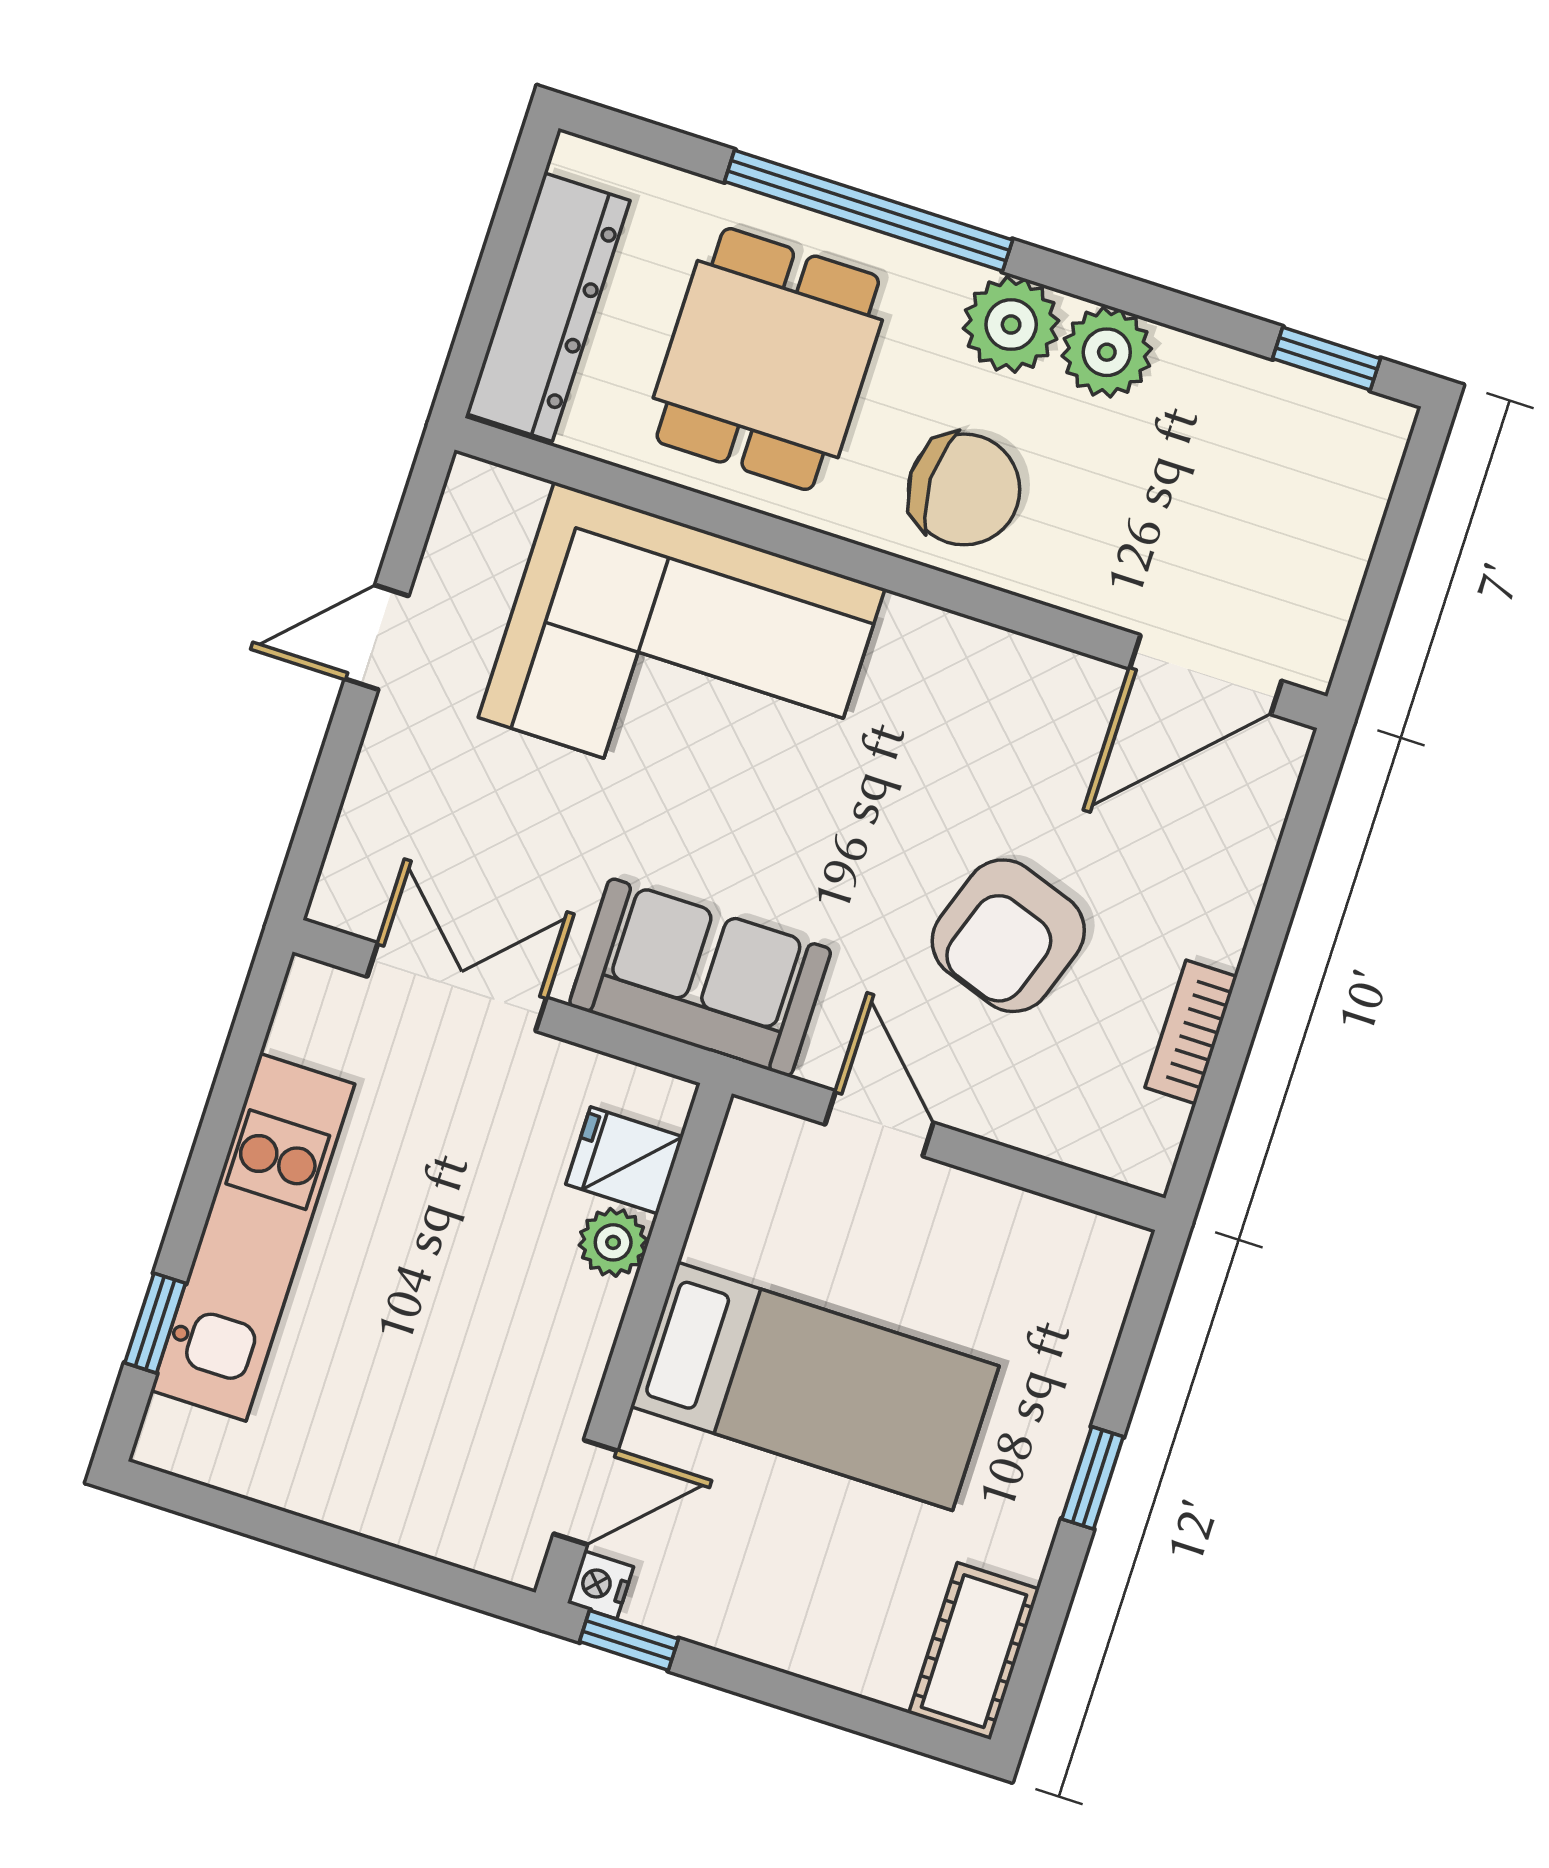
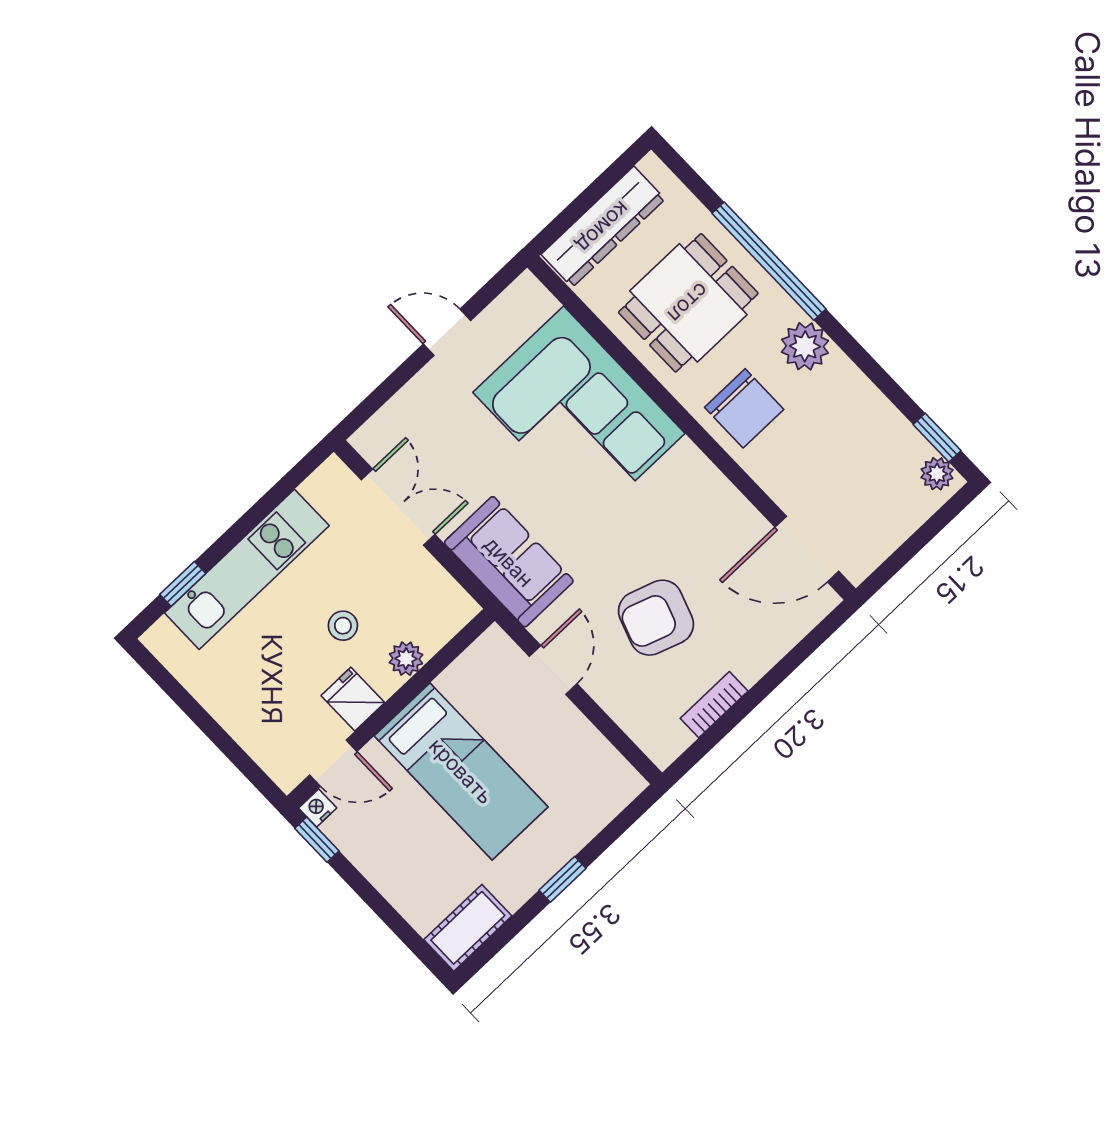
plant: (1107, 352) -> (937, 474), moved, width x0.73, depth x0.73
fridge: (624, 1160) -> (353, 699), moved
stool: (473, 1245) -> (343, 626), added

